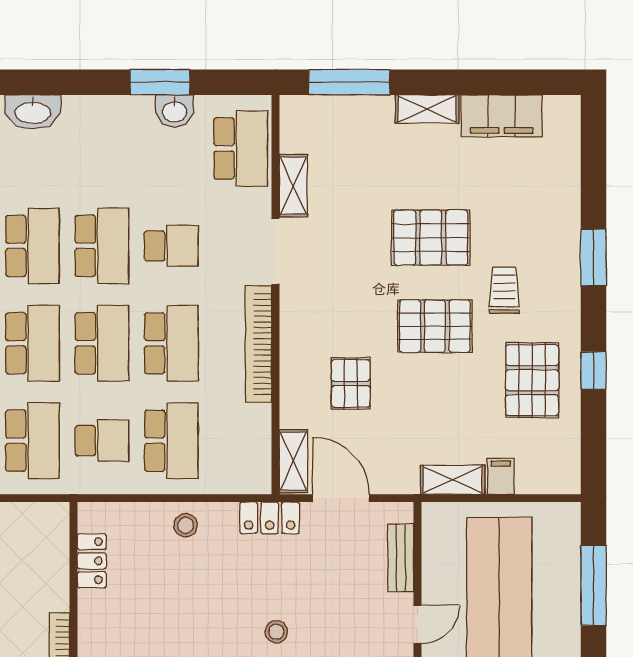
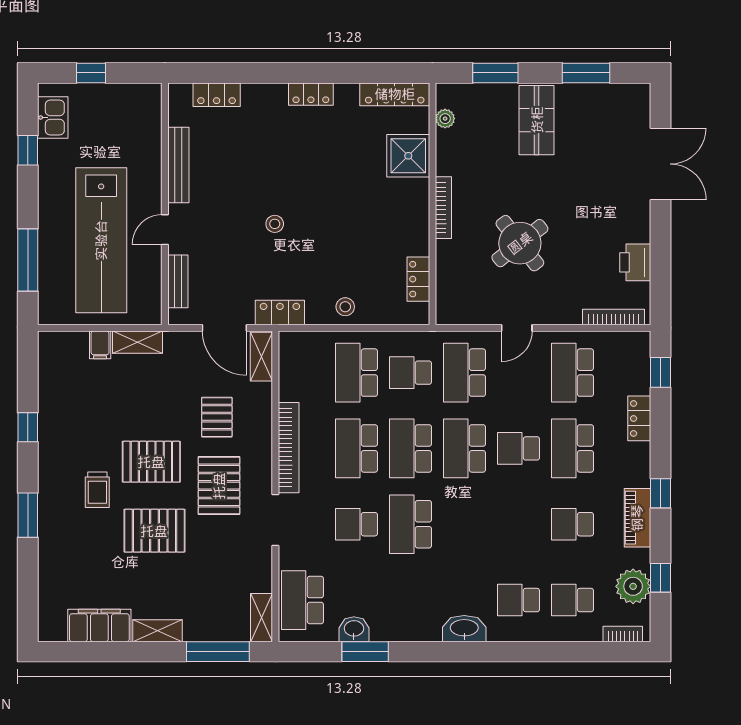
shelving: (293, 186) -> (261, 618), moved
school desk: (32, 246) -> (464, 524), removed
pallet: (532, 380) -> (219, 486), moved

